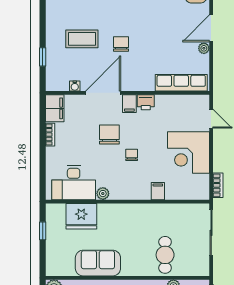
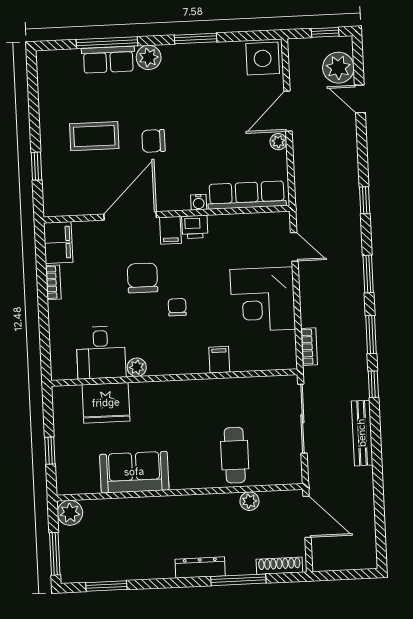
chair: (121, 44) -> (153, 141), turned -90
water cooler: (75, 86) -> (199, 202), moved
desk: (74, 183) -> (101, 352), width x0.73
window: (43, 231) -> (50, 451), moved

